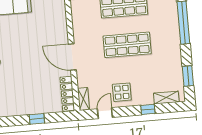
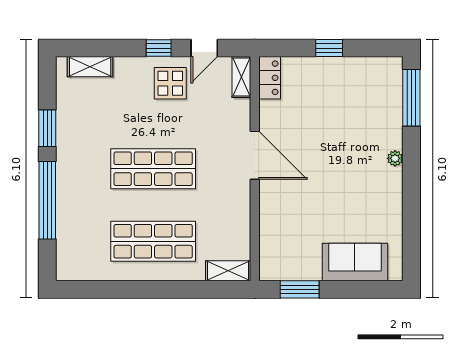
window: (188, 76) -> (47, 128), moved
locker: (67, 94) -> (270, 78), width x0.66
window: (148, 109) -> (159, 48), moved

